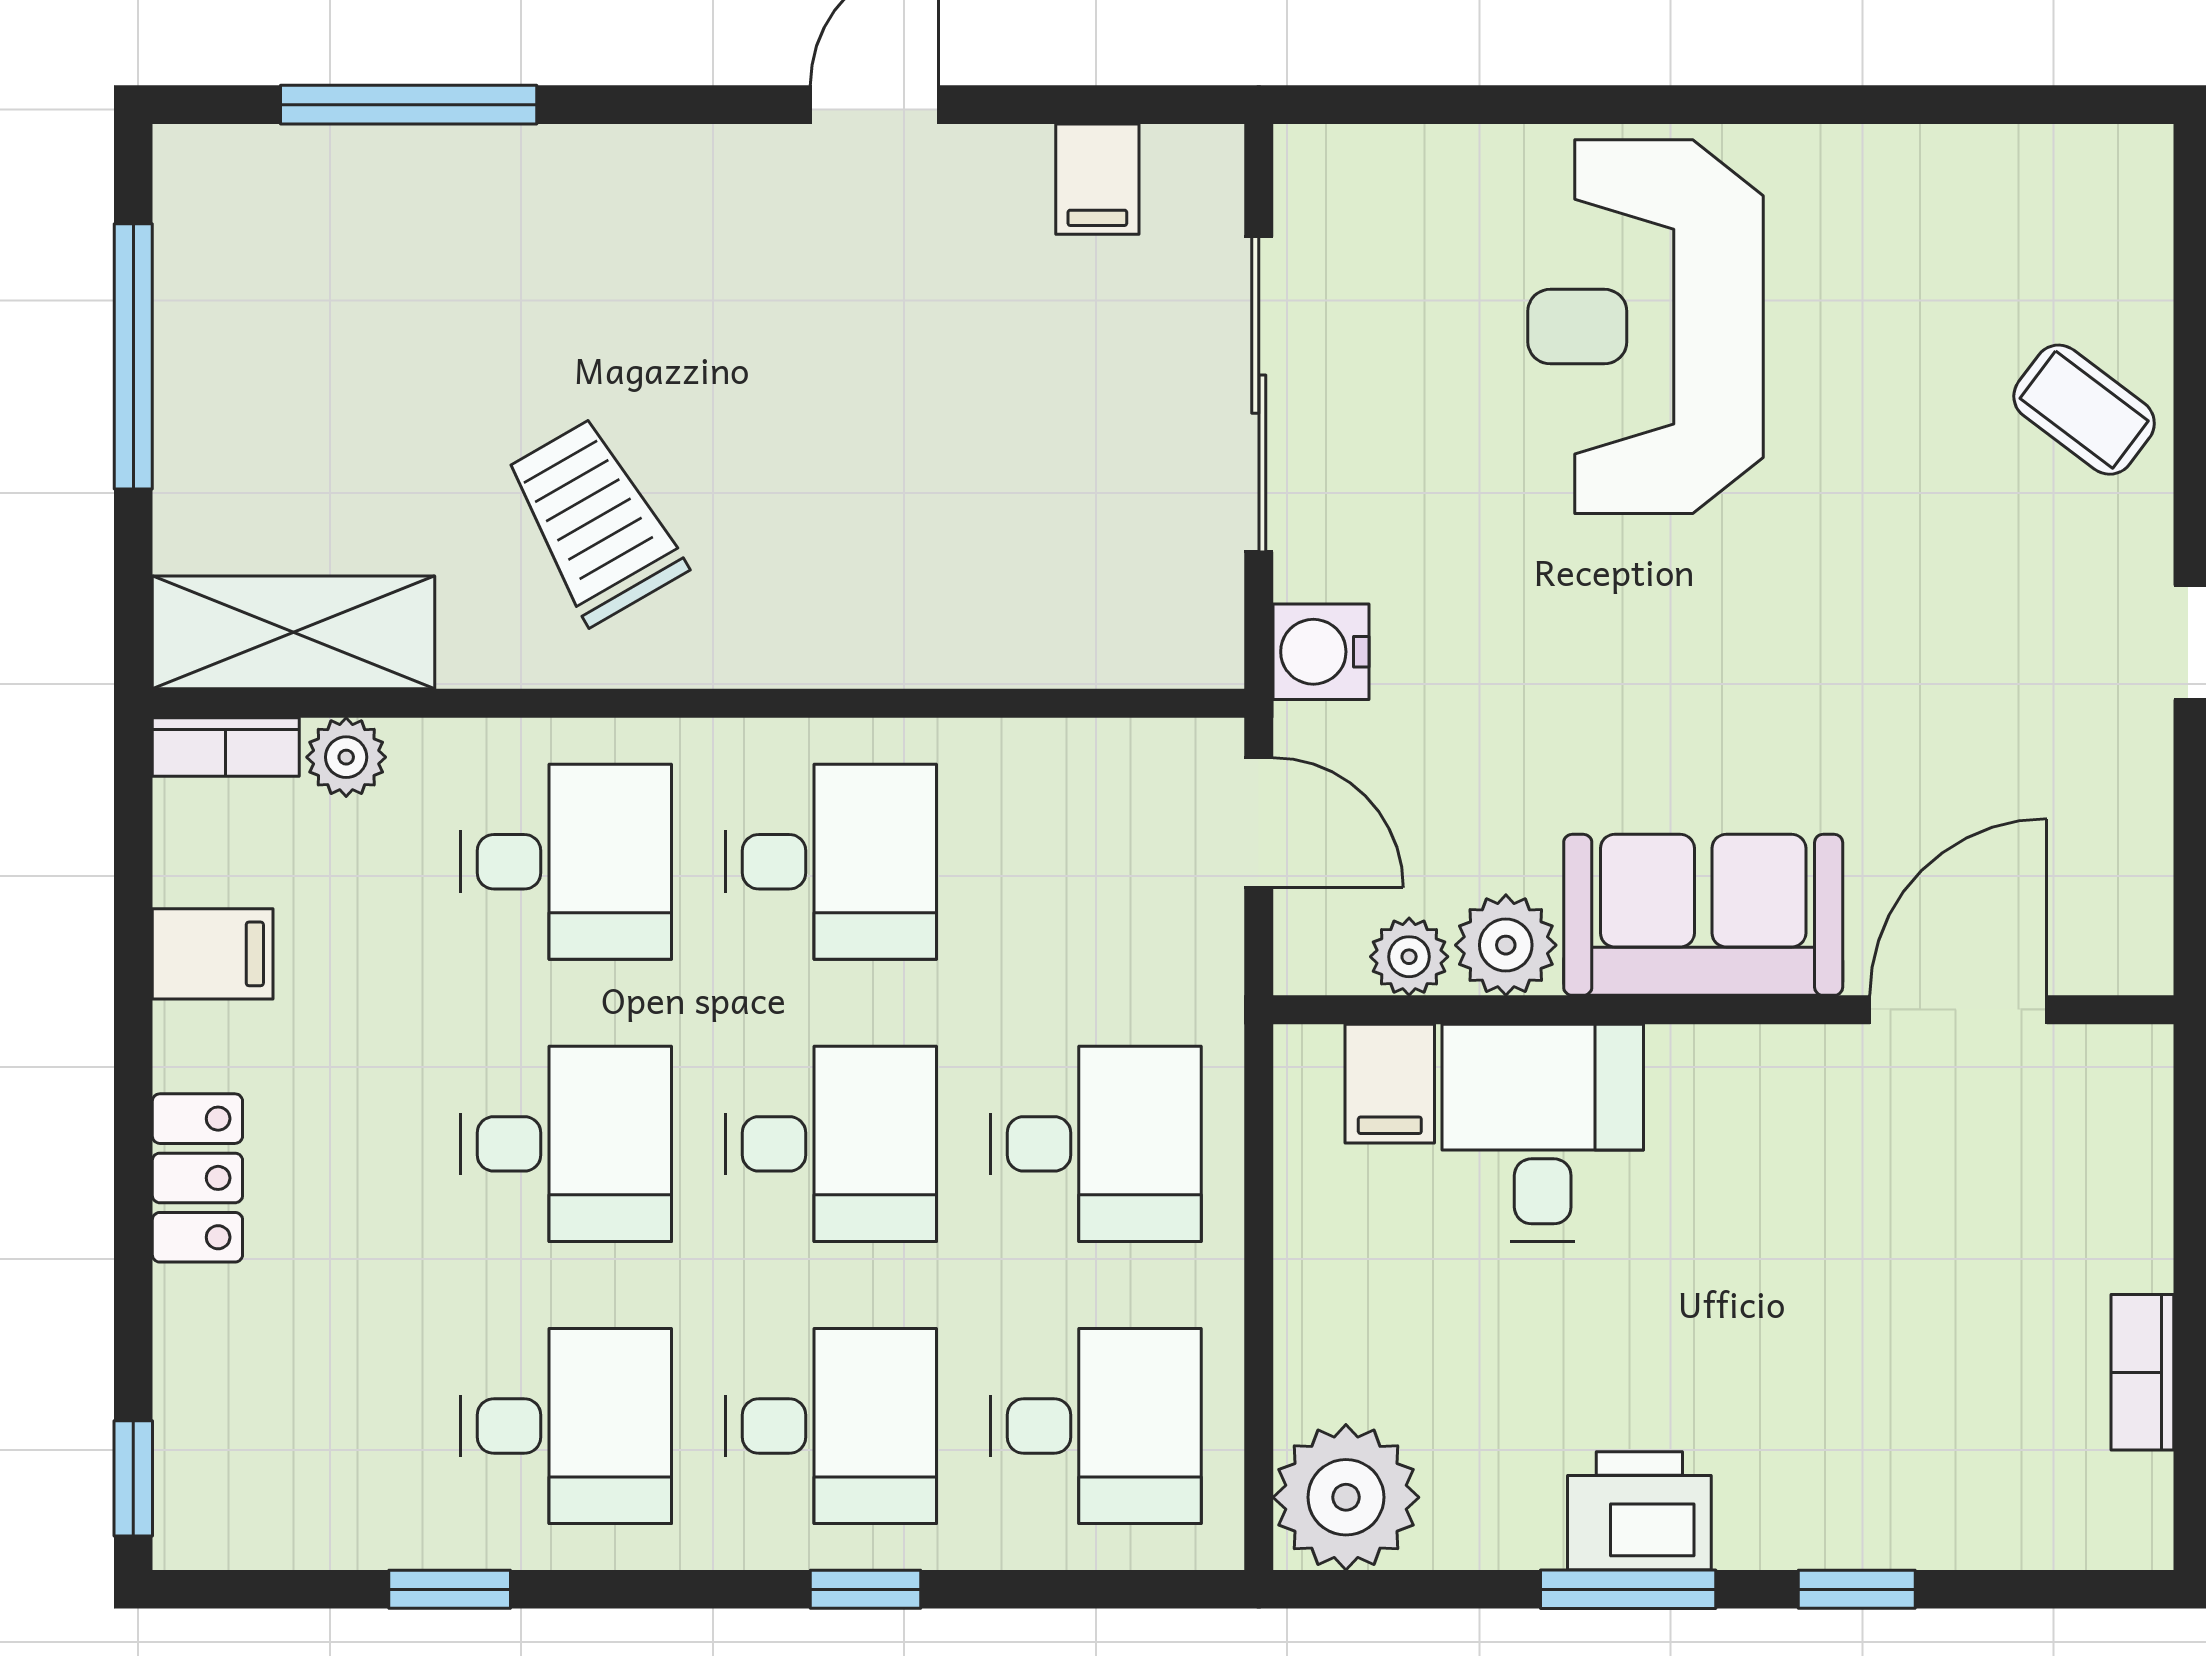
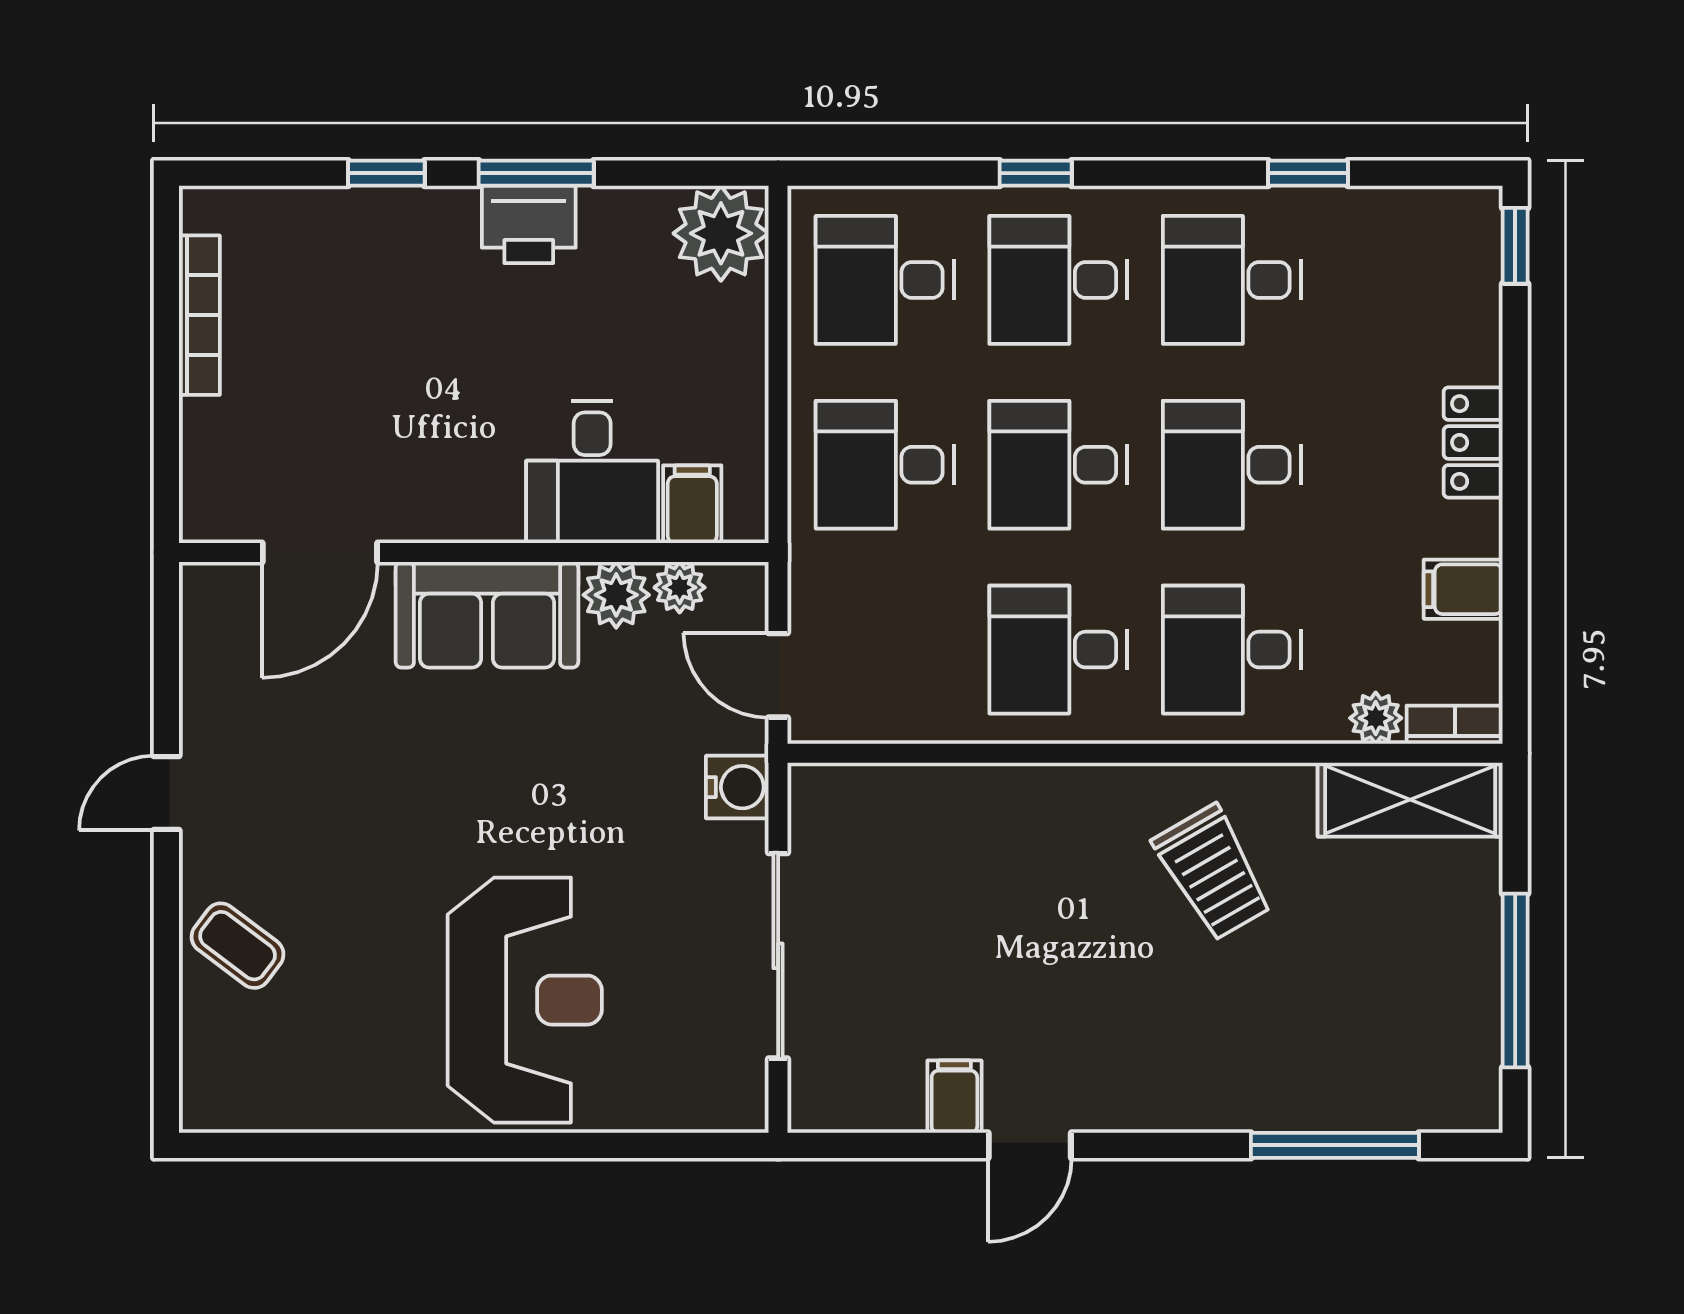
filing cabinet: (1097, 179) -> (954, 1097), moved
bookcase: (2142, 1372) -> (199, 315), width x1.56

